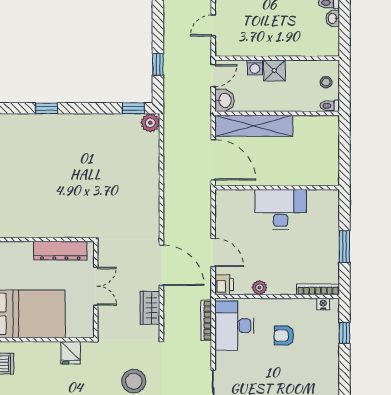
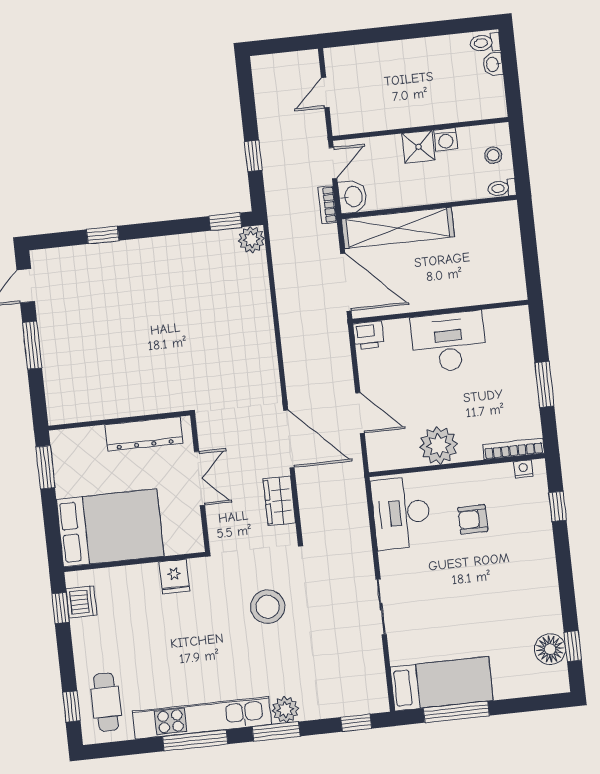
washing machine: (255, 67) -> (446, 139), moved
printer: (224, 285) -> (369, 335), moved, turned 90
plant: (259, 288) -> (439, 445), width x1.88, depth x1.88
bookcase: (206, 320) -> (328, 205), moved, width x0.64

